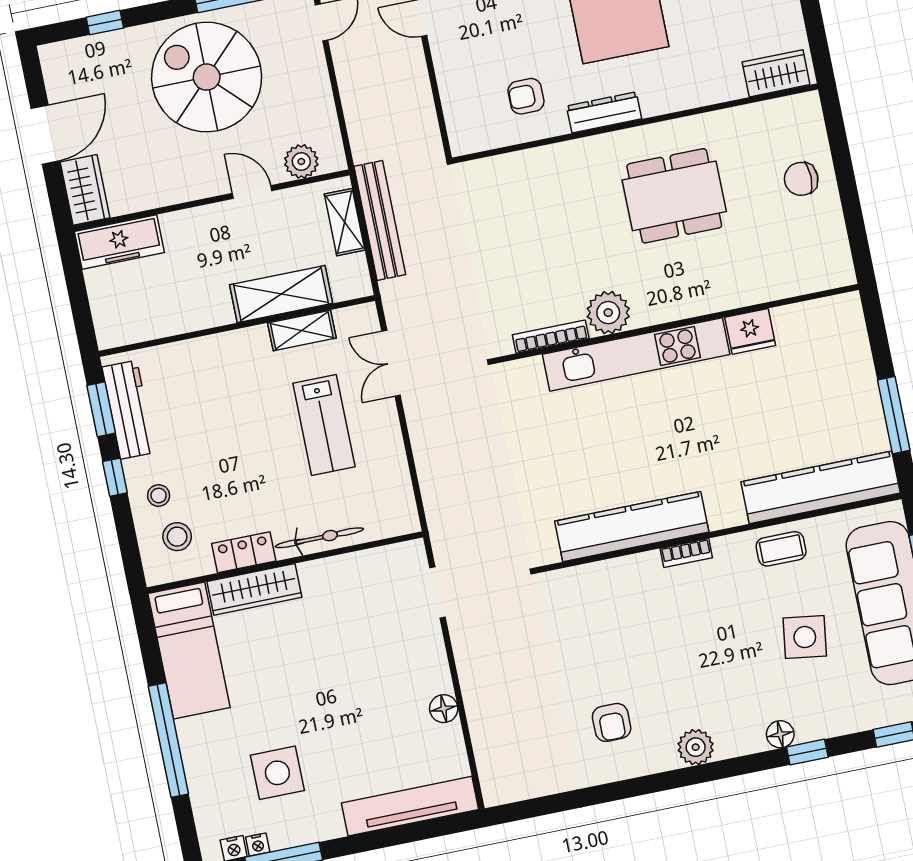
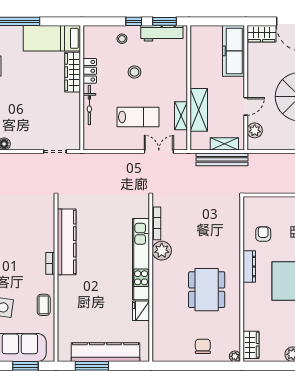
plant: (809, 104) -> (235, 356), added
freezer: (119, 242) -> (233, 51), width x1.36, depth x1.26
lab bench: (324, 425) -> (138, 117), turned 180
kitchen counter: (821, 487) -> (105, 352), moved, turned -90
stool: (177, 537) -> (134, 72), moved

